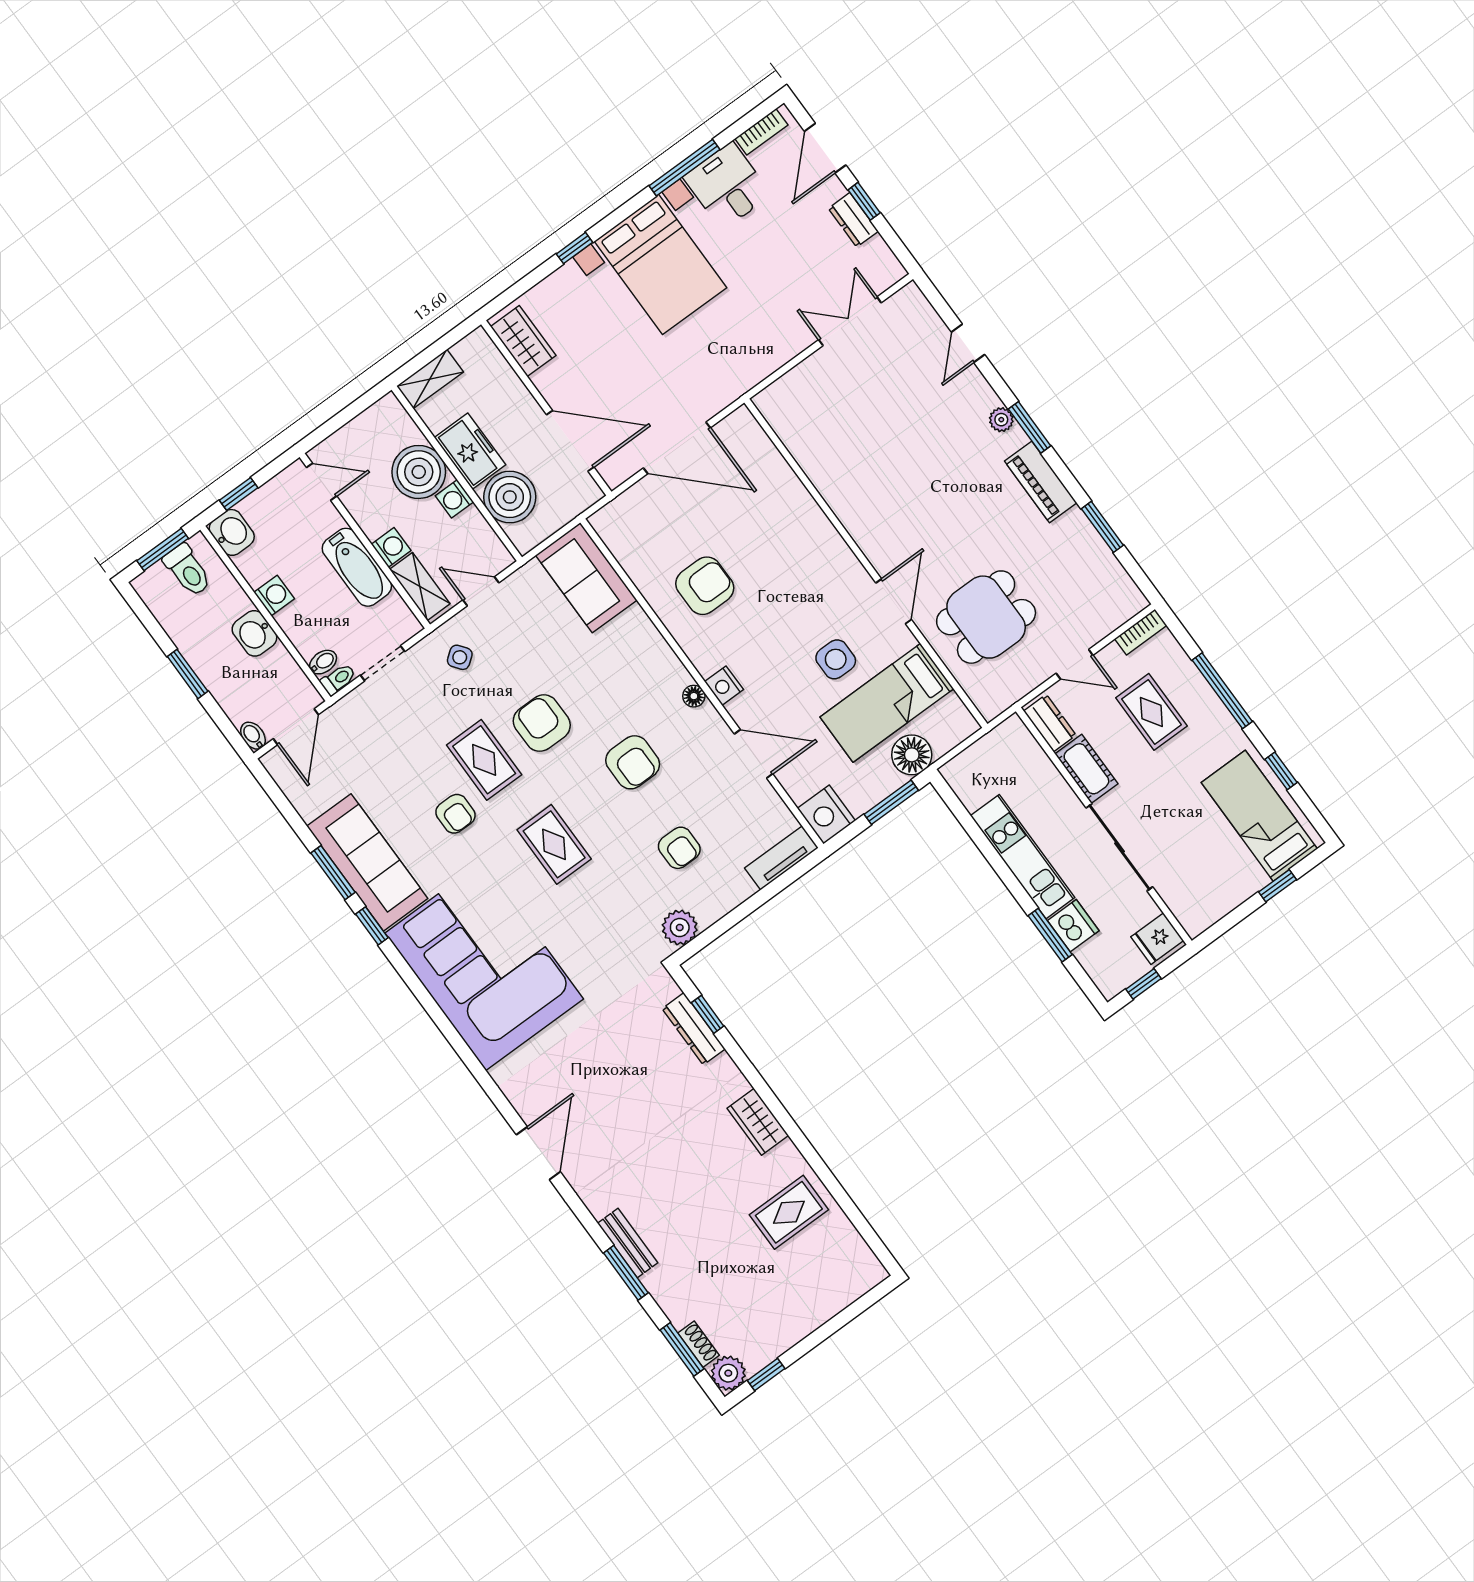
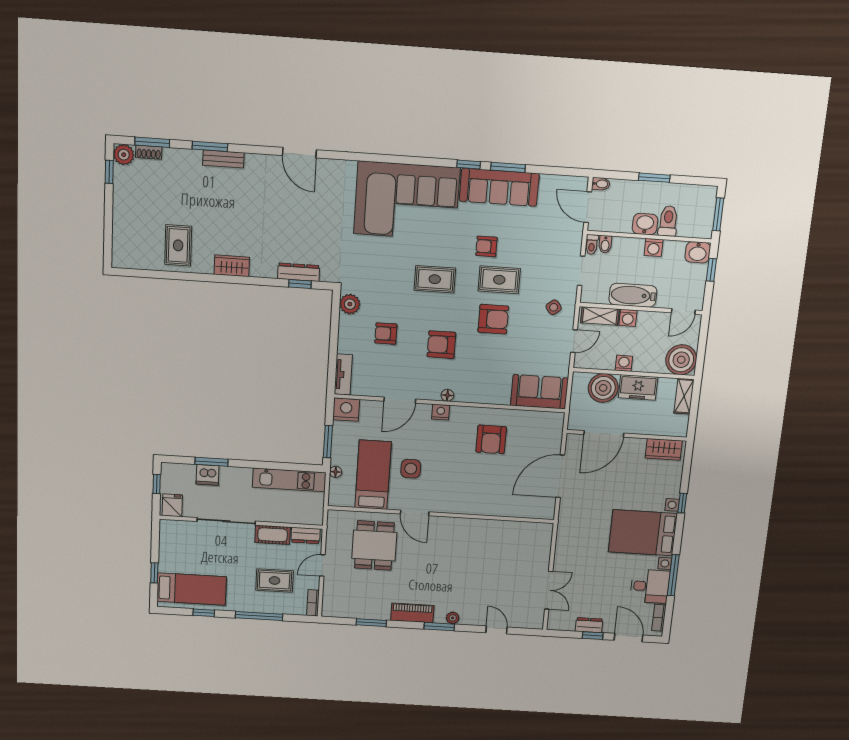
boiler: (419, 472) -> (681, 360), moved
toilet: (188, 570) -> (668, 221), moved, turned 90
floor lamp: (912, 755) -> (336, 472), width x0.53, depth x0.53
kitchen unit: (1023, 857) -> (289, 480), moved

